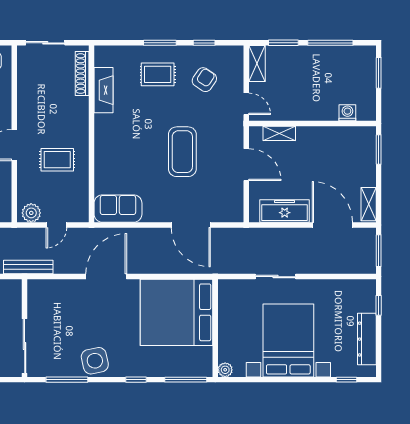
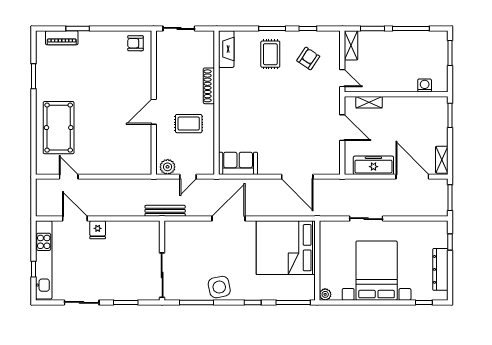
shoe rack: (82, 74) -> (209, 86), moved
rug: (158, 74) -> (270, 54), turned 90
fireplace: (103, 90) -> (226, 49), moved
coffee table: (182, 152) -> (290, 117), removed

